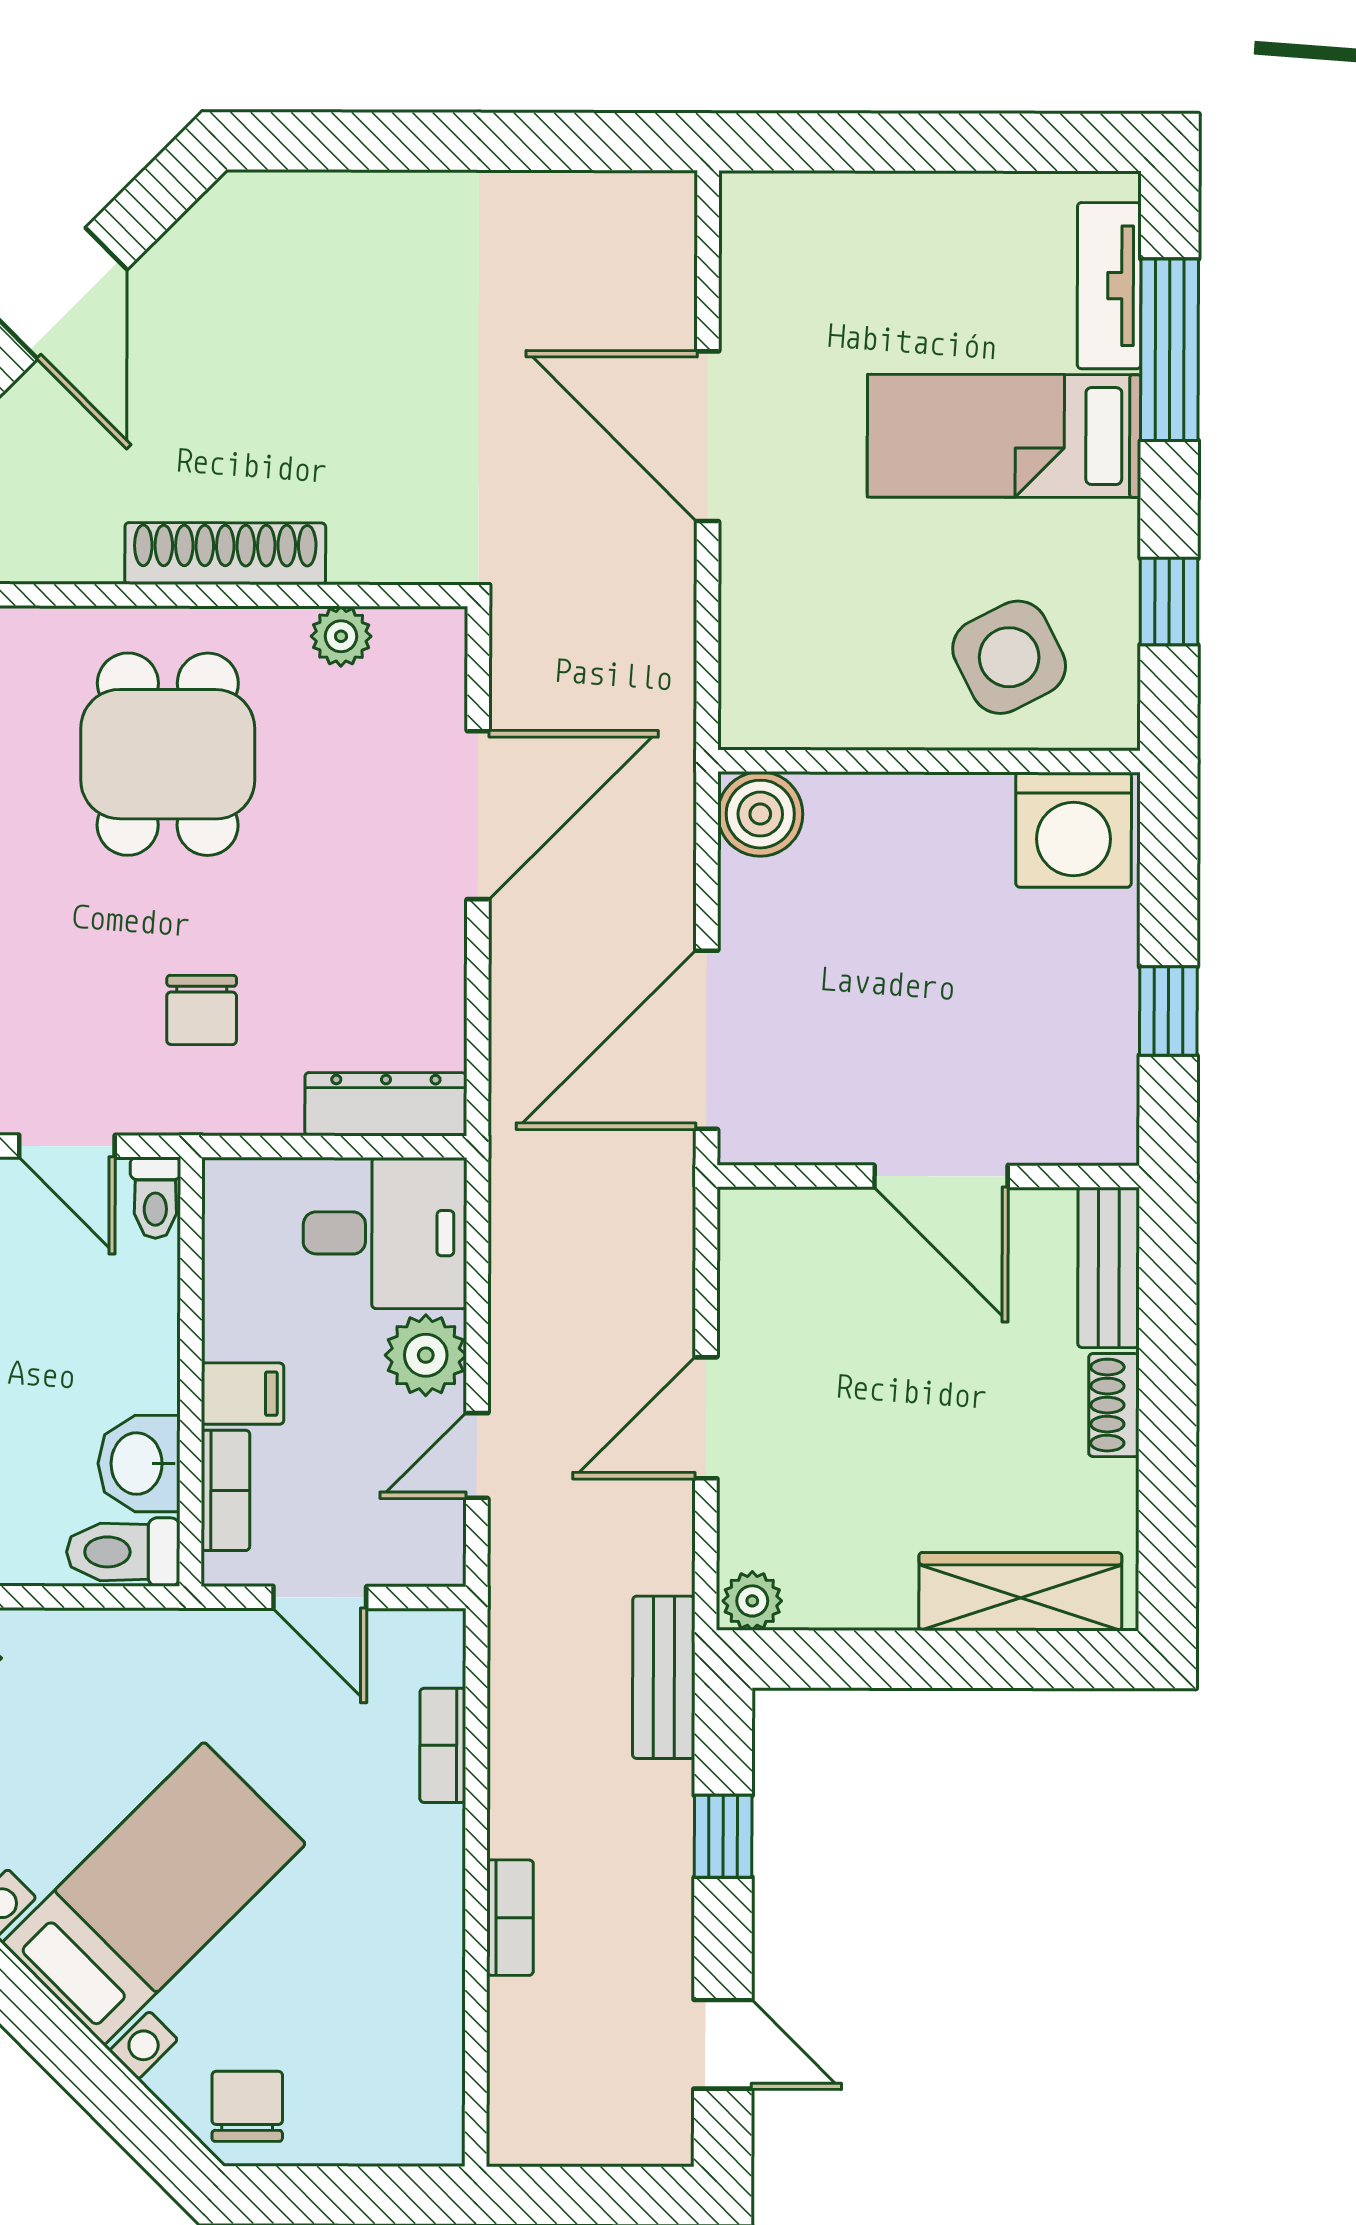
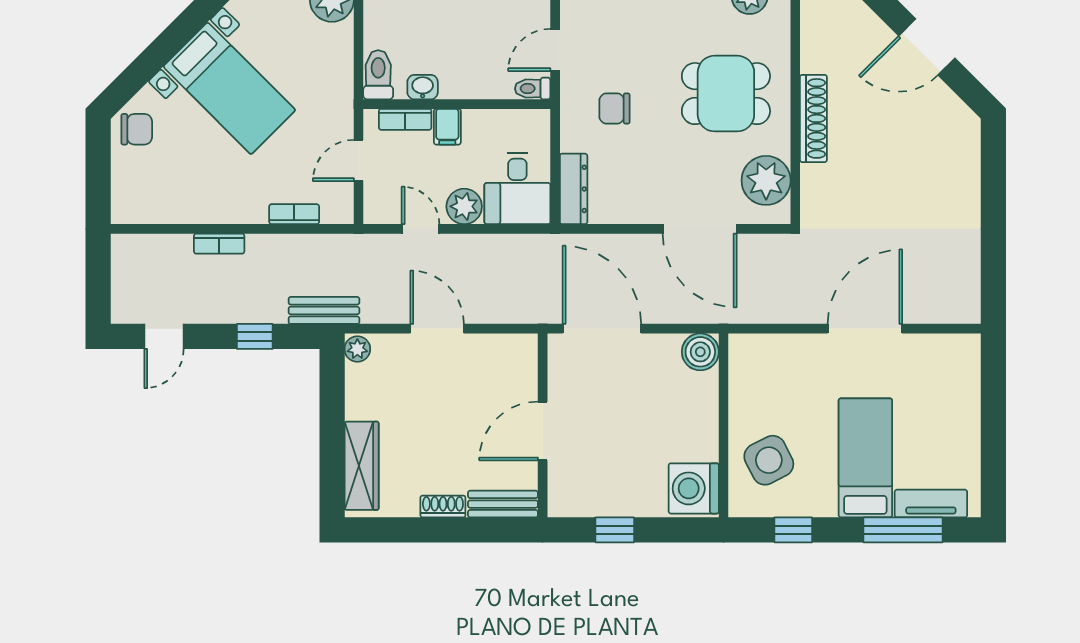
plant: (341, 636) -> (766, 180), width x1.88, depth x1.88
washbasin: (139, 1464) -> (423, 87), width x0.72, depth x0.69

